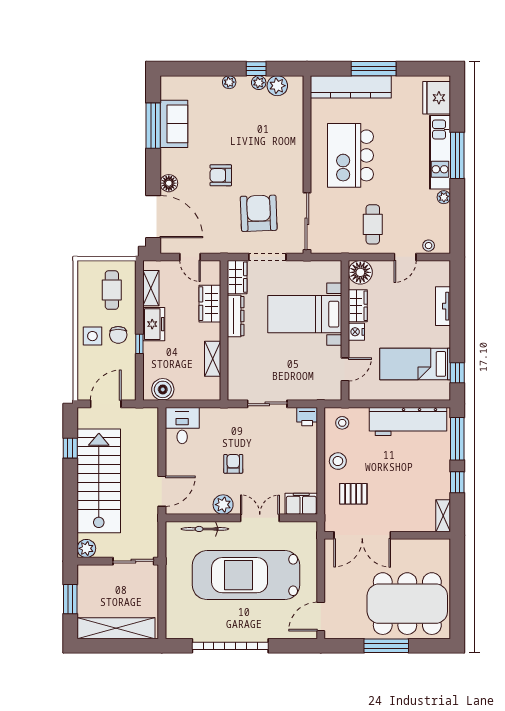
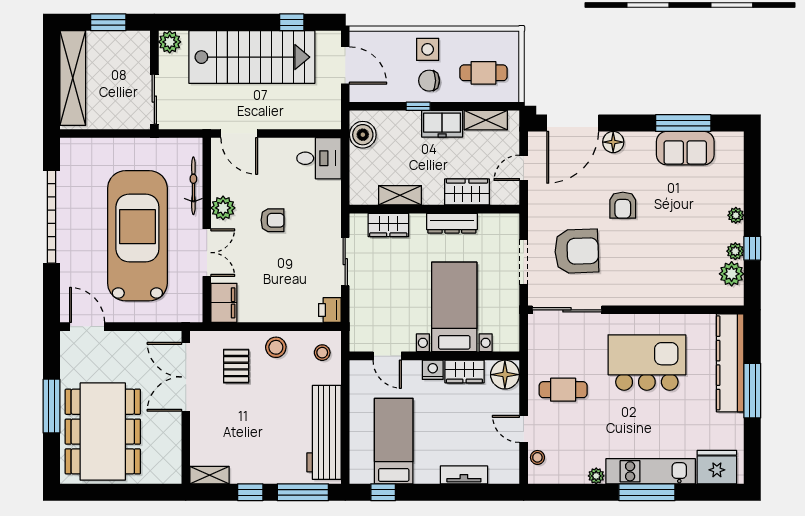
armchair: (221, 175) -> (623, 205), turned 180
wardrobe: (237, 277) -> (388, 225), moved

